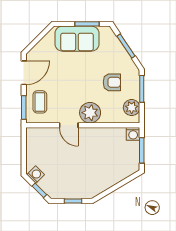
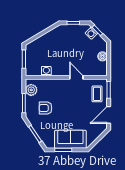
plant: (90, 113) -> (61, 86), removed
washing machine: (133, 134) -> (46, 71), moved
boiler: (32, 154) -> (102, 56), added
washing machine: (36, 175) -> (91, 33), moved

